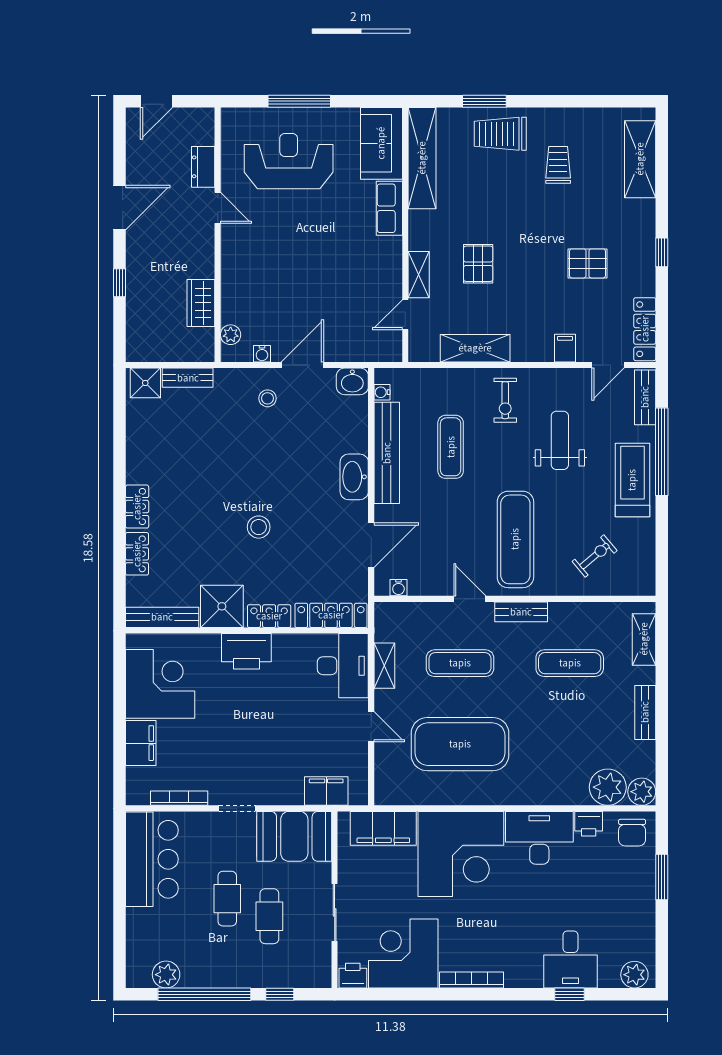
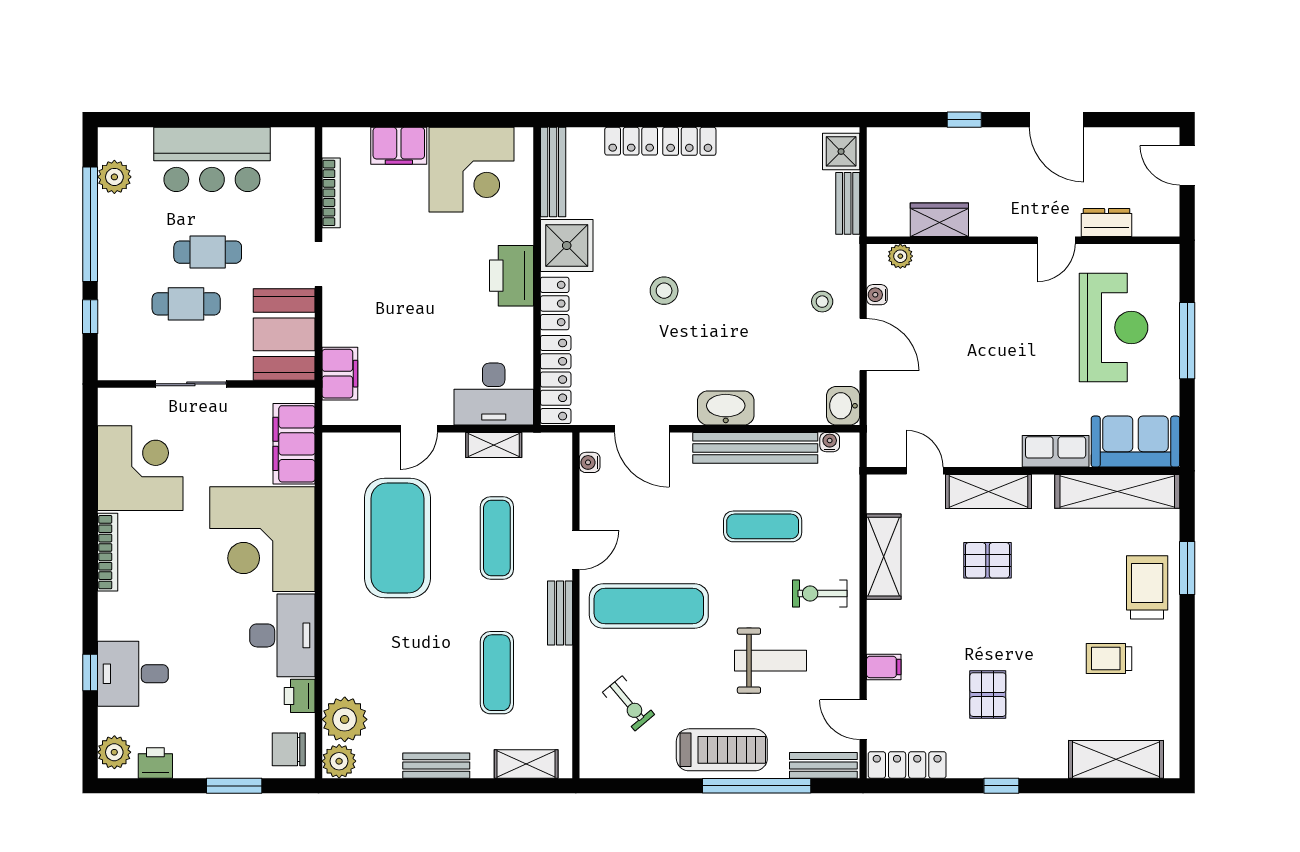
trolley: (558, 165) -> (1109, 659), turned 180
shelving: (419, 275) -> (988, 491), width x1.50, depth x1.33
bar counter: (152, 859) -> (212, 159), moved
printer: (353, 976) -> (155, 763), moved, turned -90

